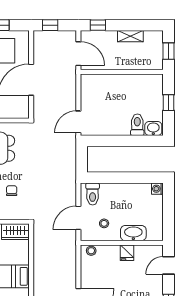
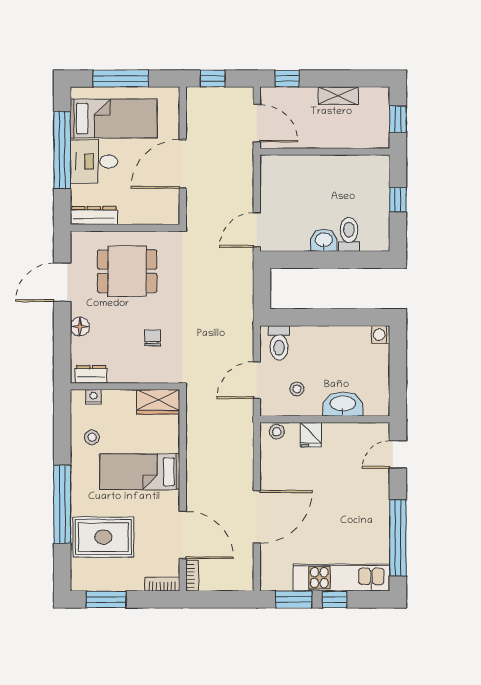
washbasin: (153, 129) -> (324, 240), moved
fridge: (127, 253) -> (311, 435), moved

